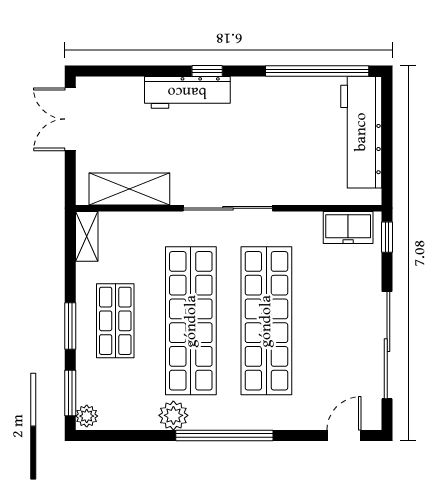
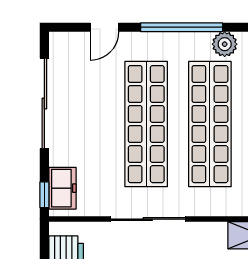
sliding door: (228, 208) -> (148, 219), moved
freezer: (348, 227) -> (62, 188), moved, turned 90
door: (344, 436) -> (104, 27), moved

